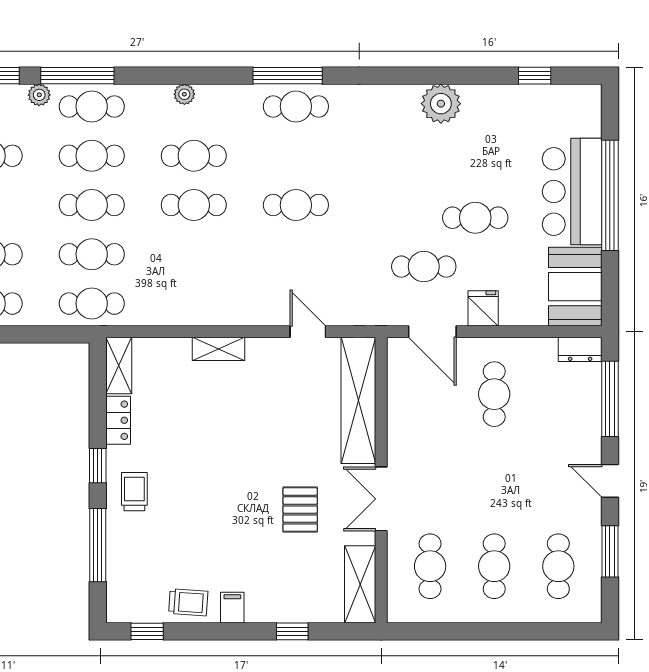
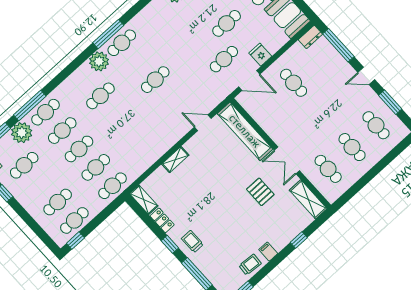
plant: (184, 94) -> (99, 61), moved, width x1.88, depth x1.88
plant: (39, 95) -> (22, 133), width x1.88, depth x1.88
cafe table: (194, 205) -> (117, 114), removed

